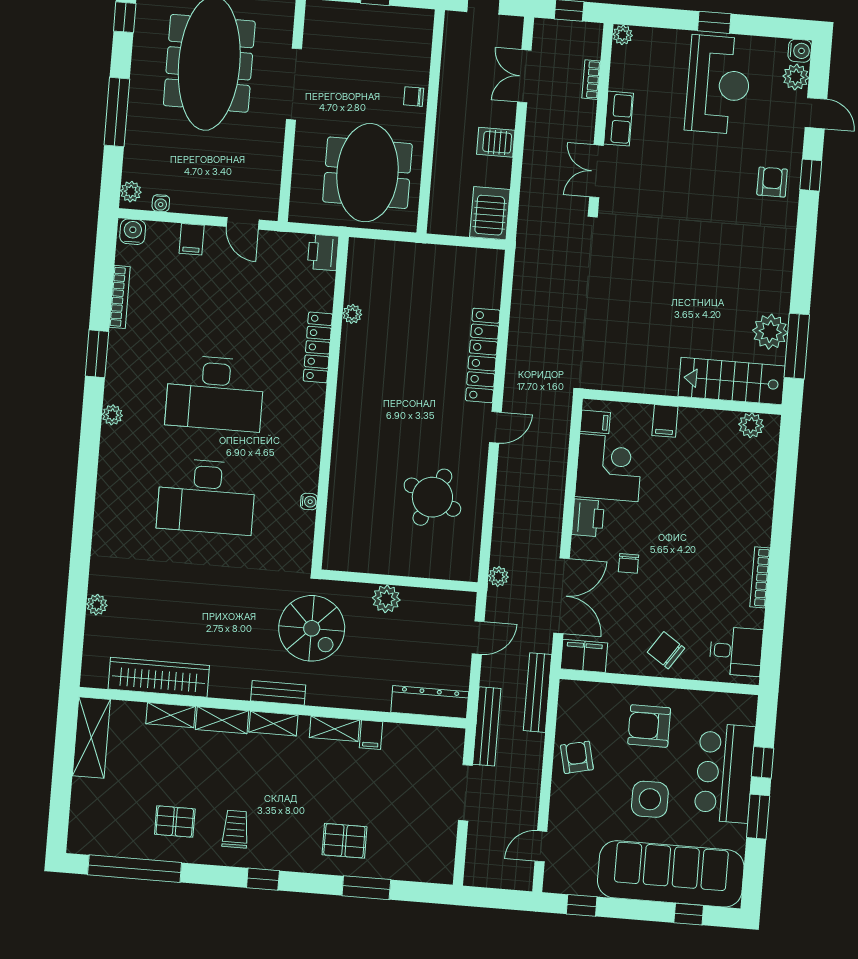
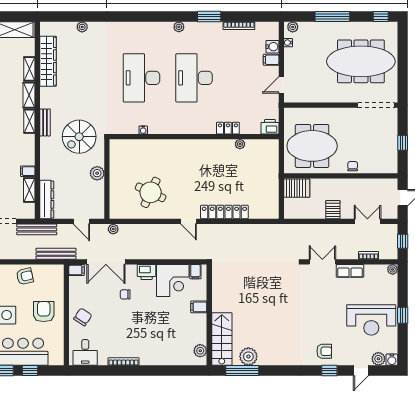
doorway: (294, 84) -> (376, 105), moved
server rack: (490, 213) -> (297, 188), moved
water cooler: (133, 232) -> (272, 47), moved
locker: (318, 347) -> (228, 128), width x0.66
filing cabinet: (584, 656) -> (76, 270), width x0.50
shelving: (335, 729) -> (29, 190), moved

